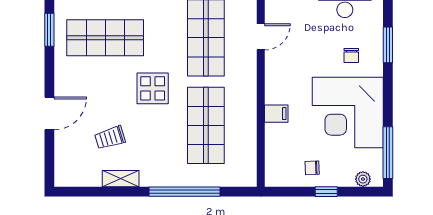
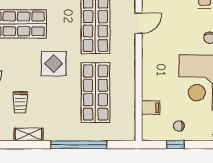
filing cabinet: (276, 114) -> (151, 108), moved
trolley: (110, 138) -> (20, 102), turned -73
window: (326, 192) -> (175, 145), moved

